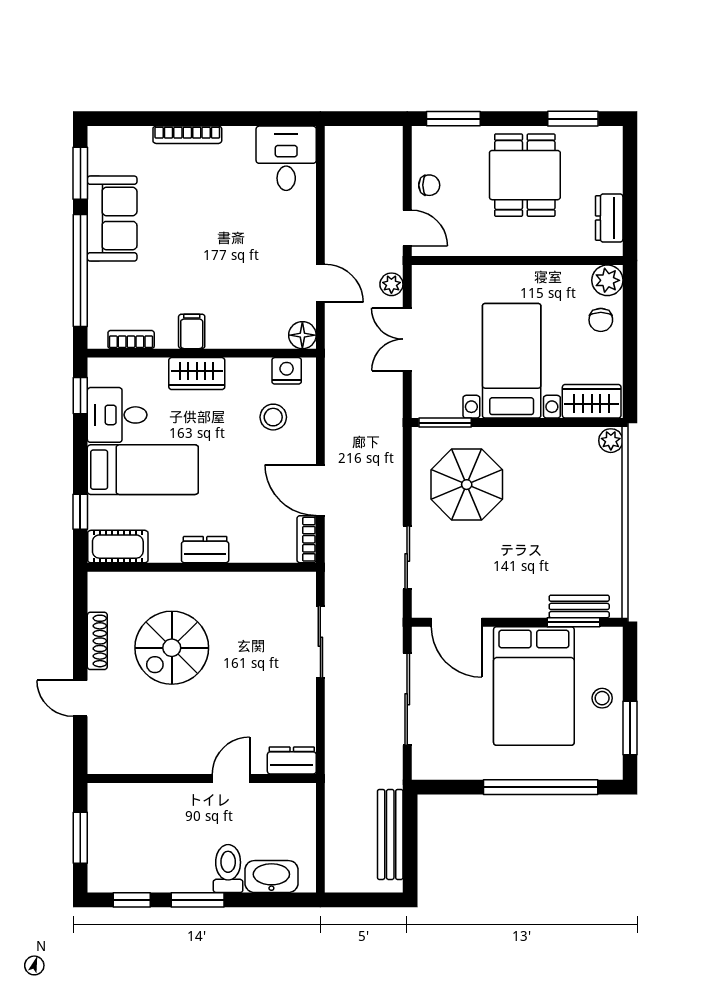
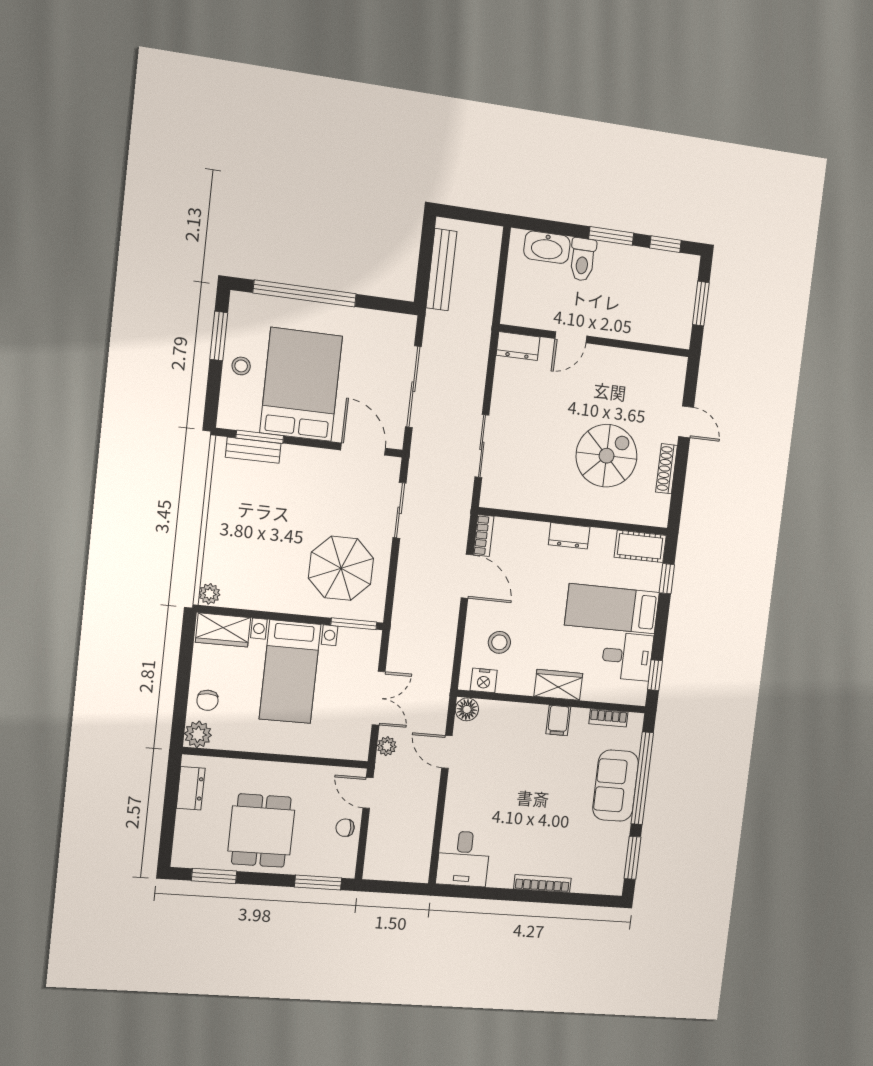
sofa: (112, 219) -> (616, 786), moved
chair: (601, 320) -> (207, 700), turned 180

